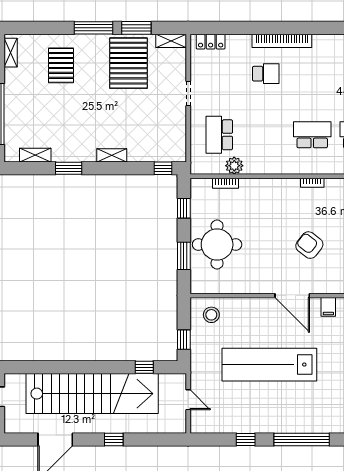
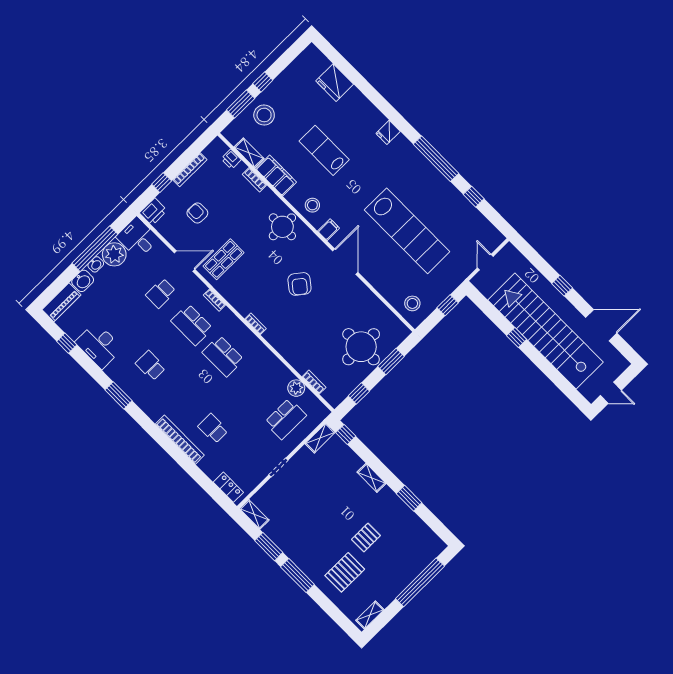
pallet: (128, 63) -> (366, 537), moved, width x0.49, depth x0.50
shelving: (35, 155) -> (320, 438), moved, turned 90
window: (144, 367) -> (517, 338), moved

